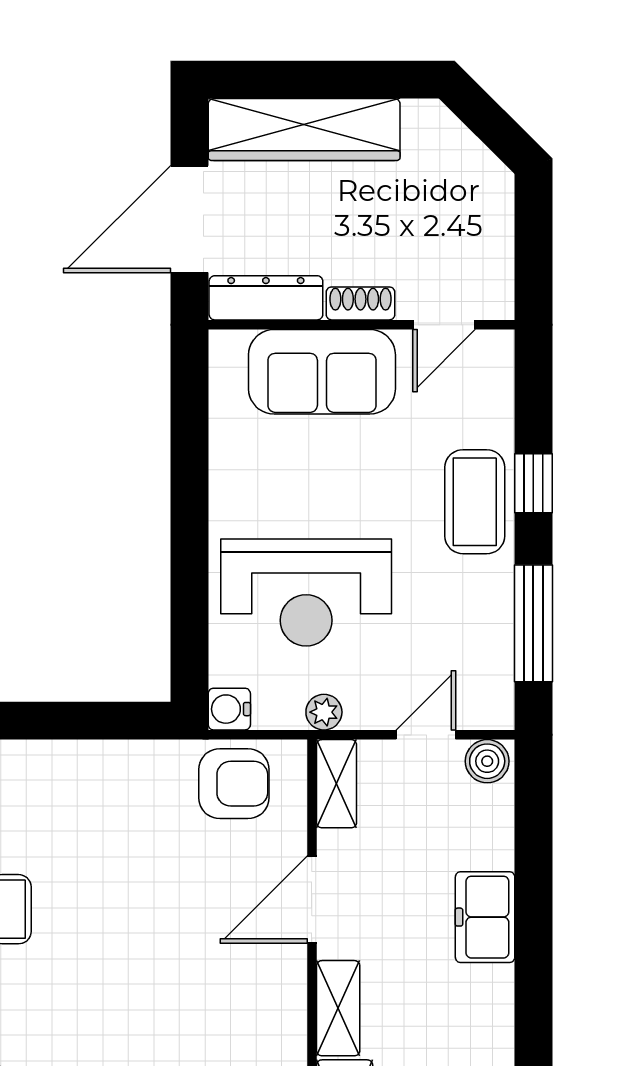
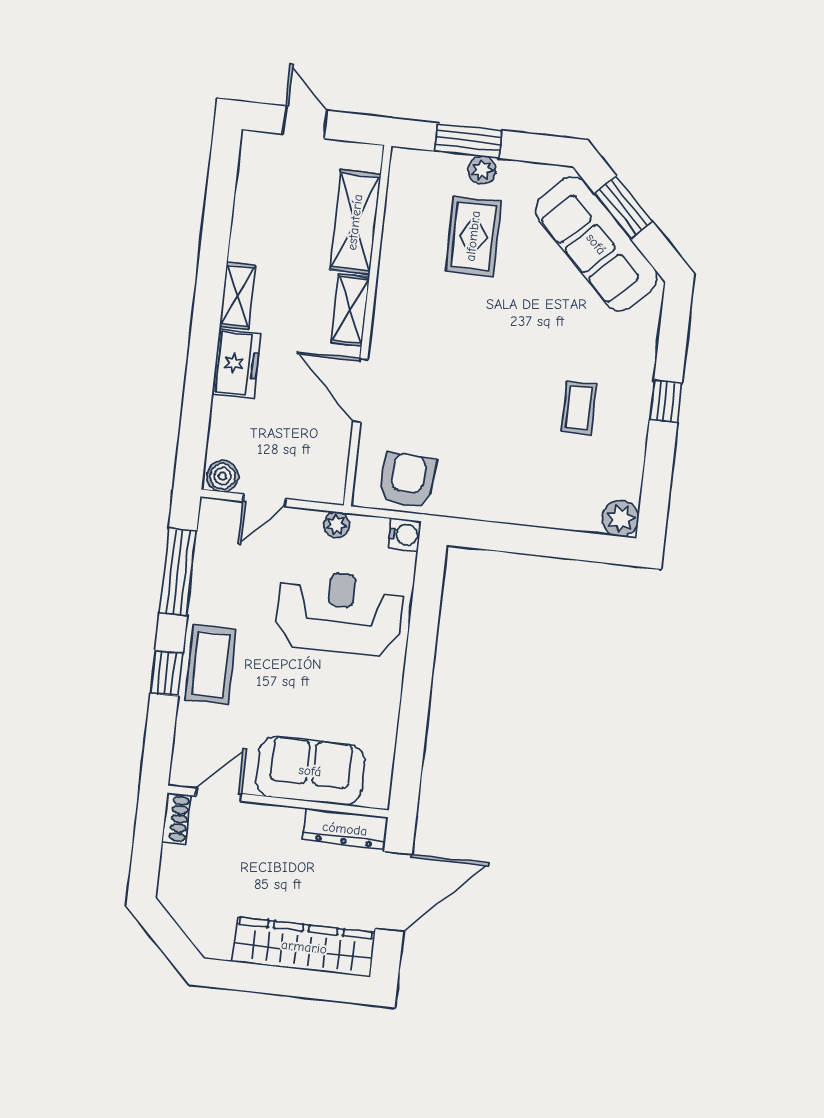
shoe rack: (360, 303) -> (176, 818), moved, turned -90
armchair: (234, 784) -> (407, 480), turned 93
shelving: (337, 784) -> (237, 295), moved
door: (312, 900) -> (360, 390), swing flipped

